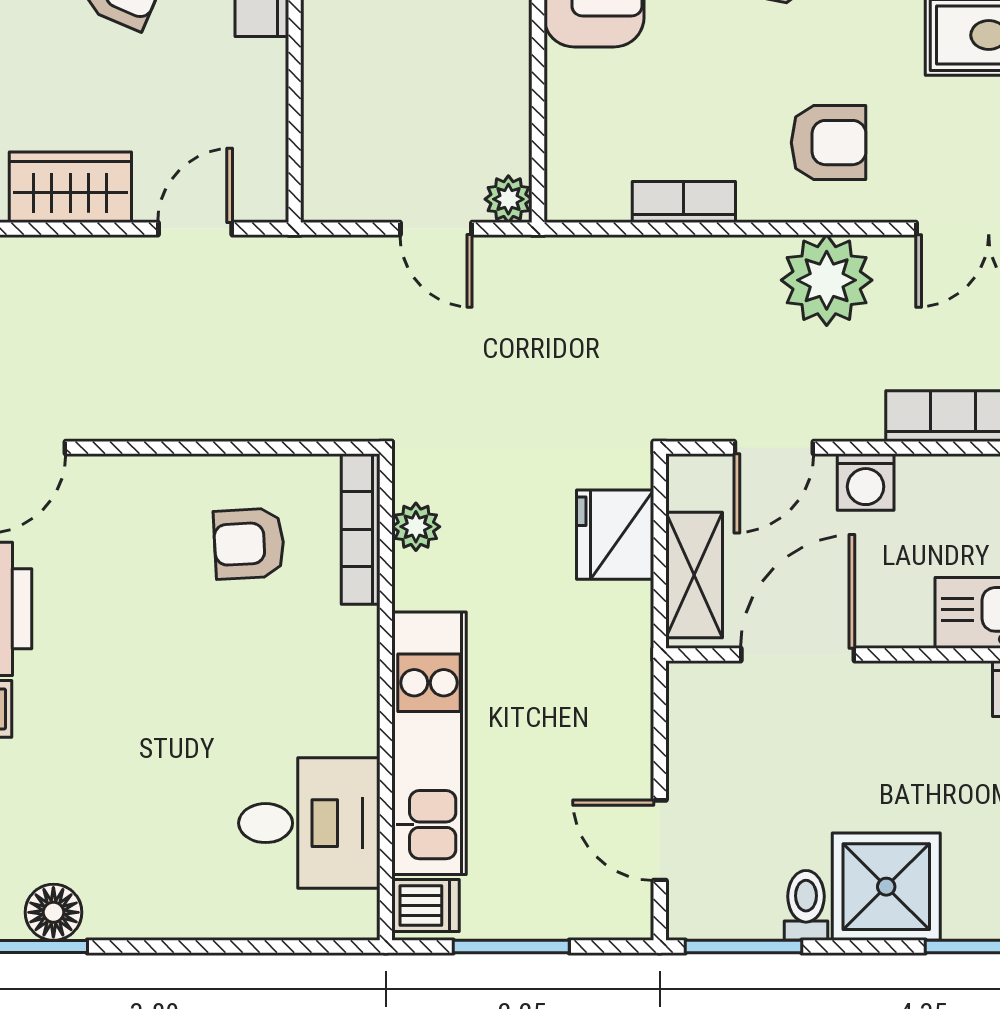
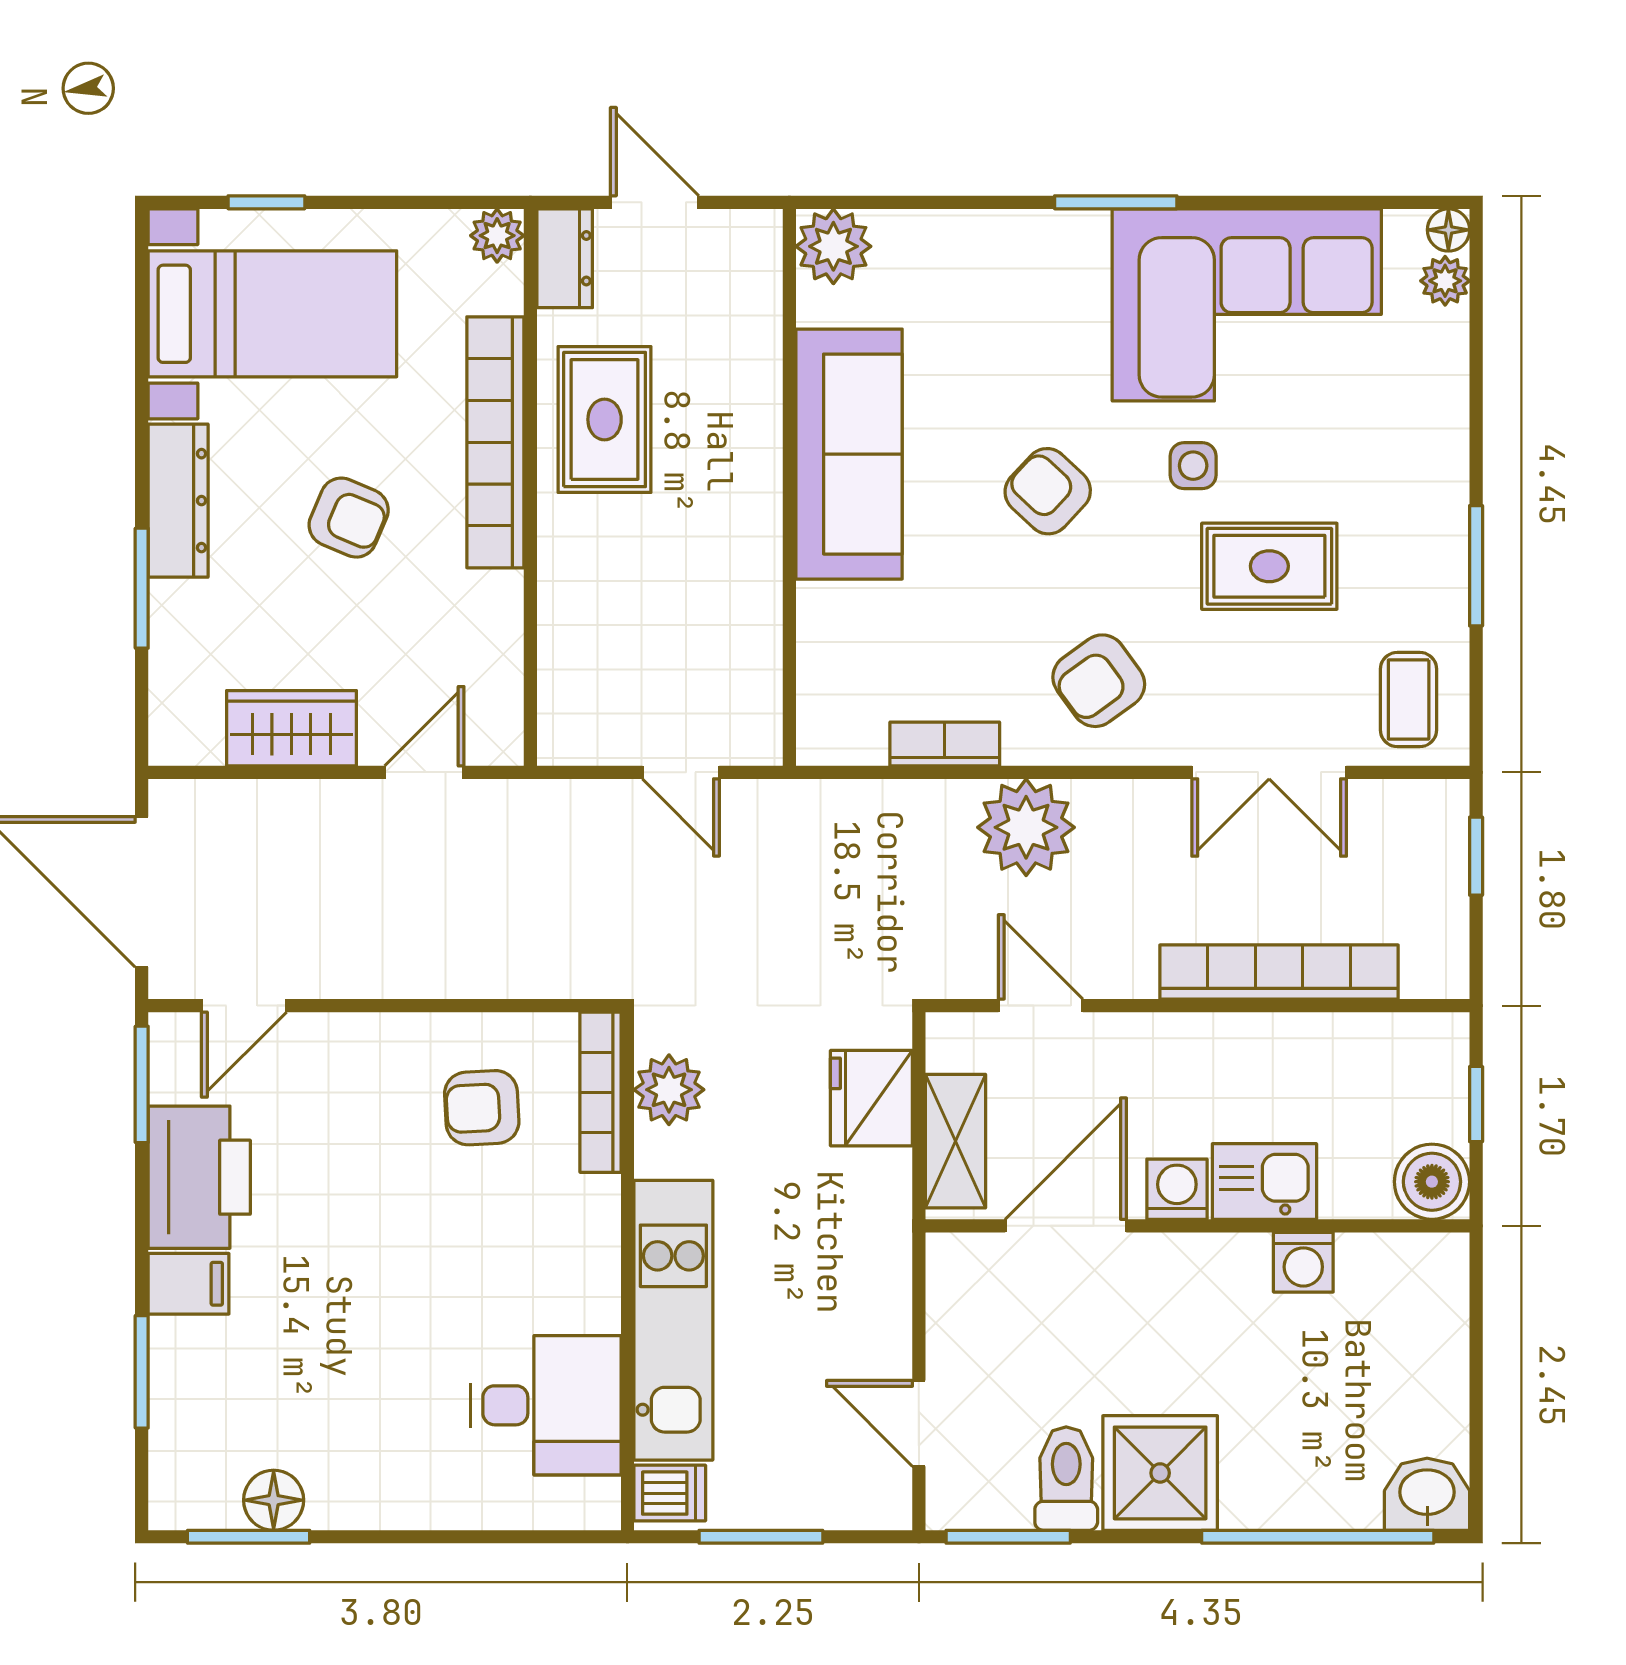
armchair: (829, 143) -> (1099, 681), turned 144
plant: (508, 199) -> (758, 741), removed
plant: (827, 280) -> (1026, 827), moved
door: (774, 448) -> (1041, 1006), swing flipped
washing machine: (866, 482) -> (1177, 1189), moved, turned 180
plant: (416, 527) -> (669, 1090), width x1.38, depth x1.38
toilet: (806, 905) -> (1066, 1479), width x1.37, depth x1.39

